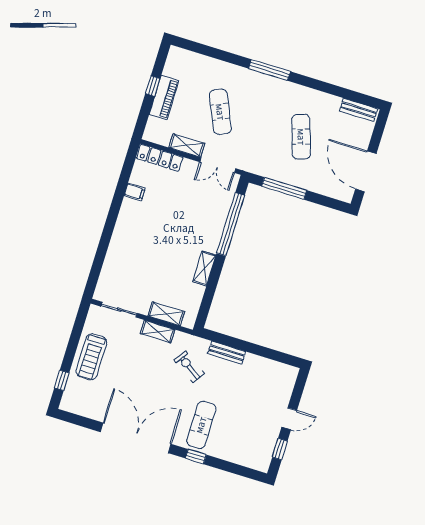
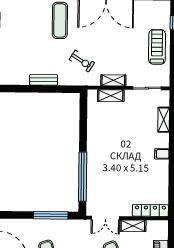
double door: (218, 165) -> (105, 218), swing flipped
filing cabinet: (135, 192) -> (162, 154), moved
shelving: (204, 268) -> (164, 120), moved
bench: (227, 353) -> (44, 80), moved

